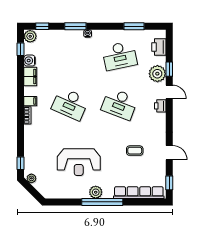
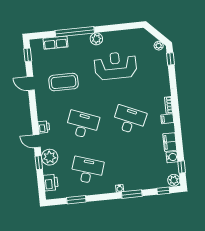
desk: (120, 56) -> (87, 170), turned 30
coffee table: (135, 151) -> (64, 82), width x1.86, depth x1.72
row of seats: (139, 193) -> (55, 43), width x0.50
window: (102, 202) -> (75, 32), moved

